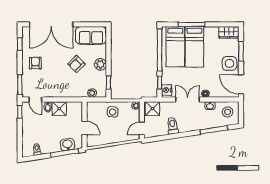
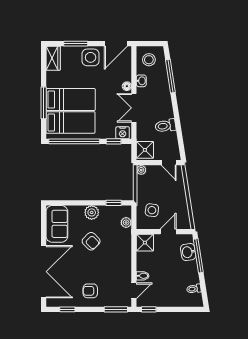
shower: (59, 109) -> (145, 243), moved
side table: (113, 112) -> (152, 210), moved

